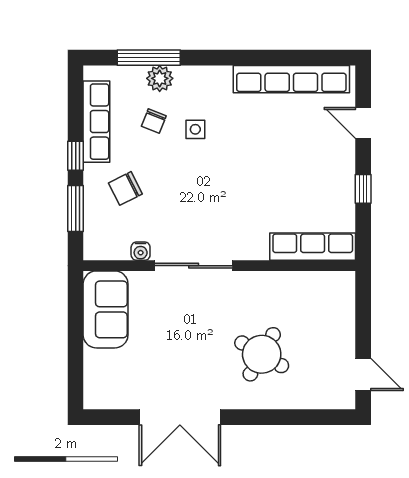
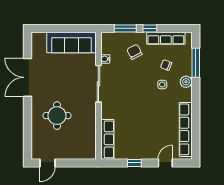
plant: (160, 78) -> (186, 82), moved
sofa: (106, 309) -> (71, 43), width x1.36
round table: (262, 354) -> (57, 116), turned -30

